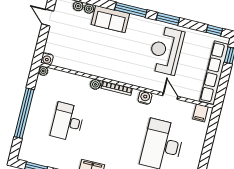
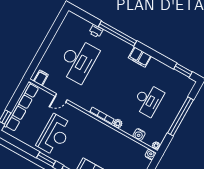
window: (214, 30) -> (12, 140), removed
door: (170, 96) -> (61, 98), hinge flipped
water cooler: (145, 97) -> (139, 135), moved

